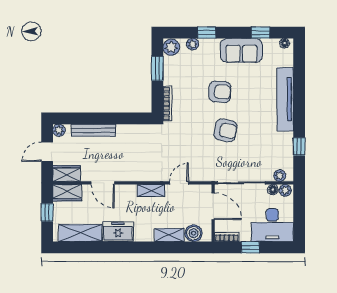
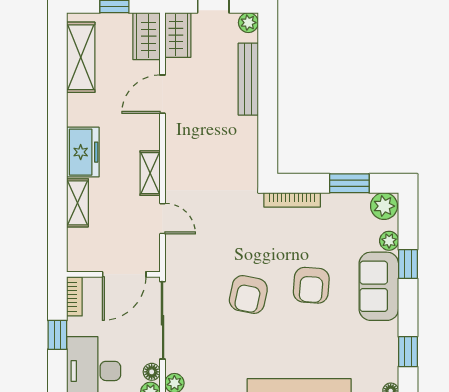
sofa: (241, 50) -> (379, 286), moved
freezer: (118, 232) -> (83, 152), moved
boiler: (194, 233) -> (80, 242), removed

